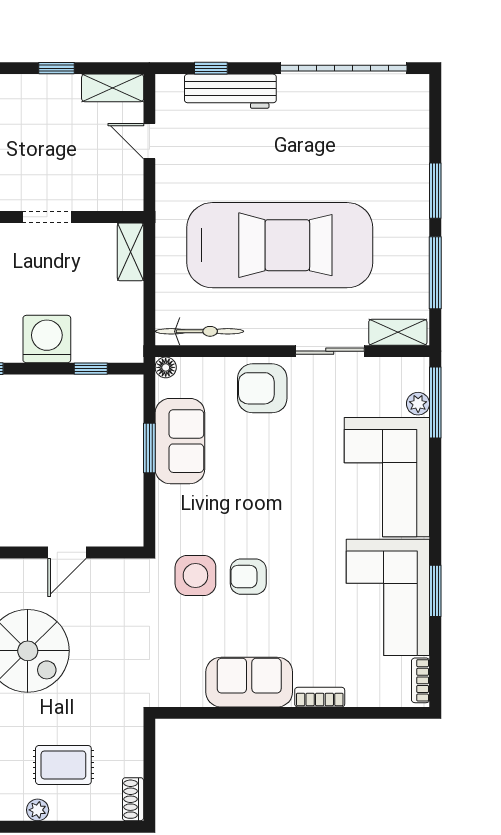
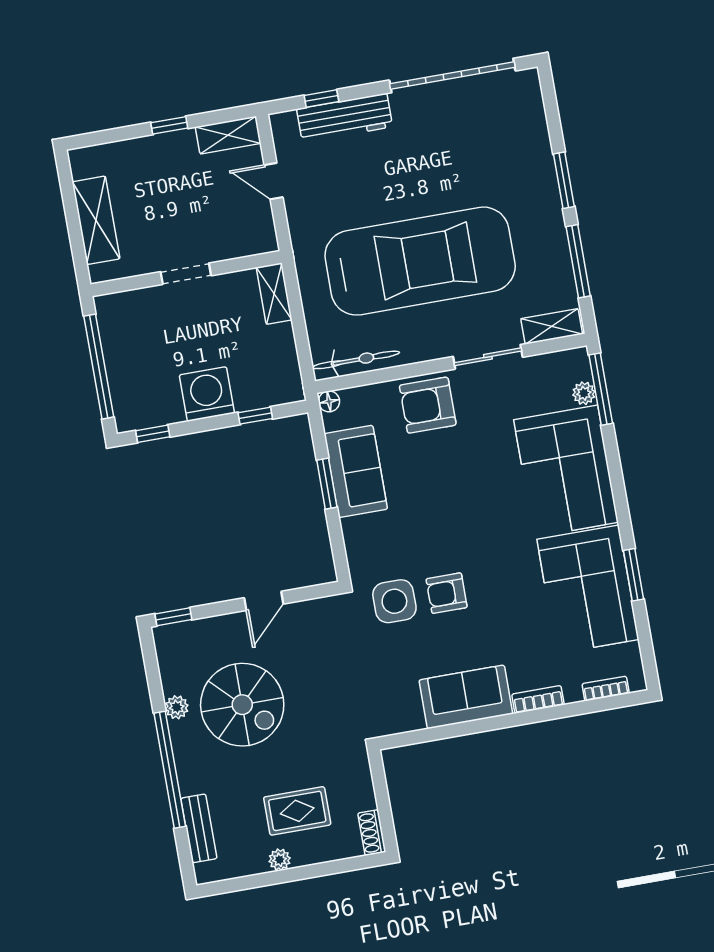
bookcase: (421, 680) -> (606, 689), moved, turned 90

